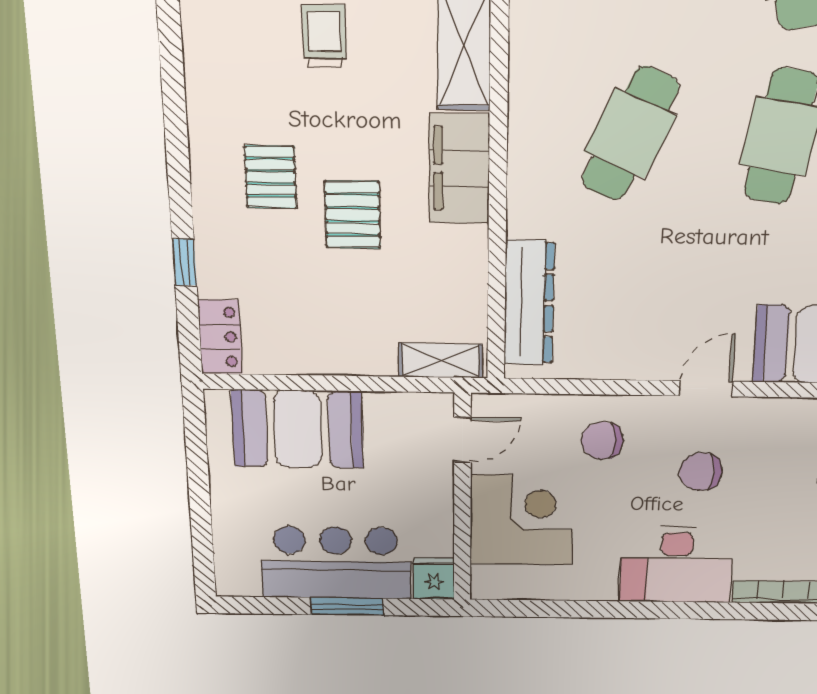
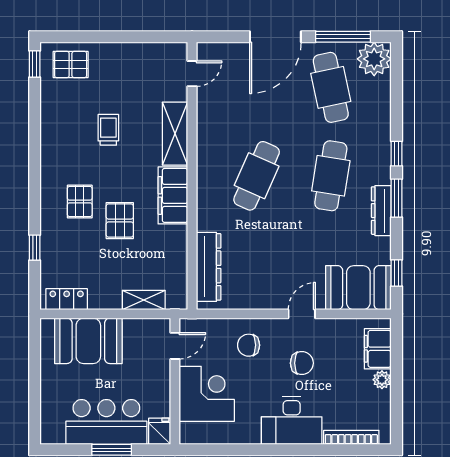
locker: (220, 337) -> (67, 299), moved, turned -90
shelving: (441, 360) -> (144, 300), moved
chair: (701, 472) -> (302, 363), turned 180

